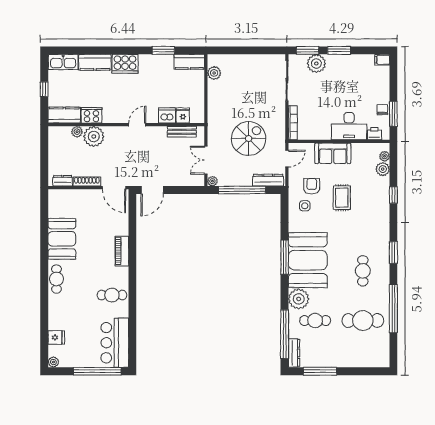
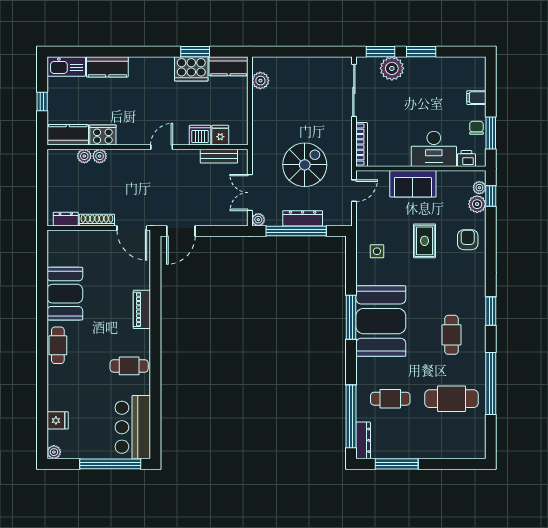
filing cabinet: (382, 60) -> (476, 98), moved
cooker: (125, 64) -> (191, 69), moved
plant: (94, 136) -> (100, 156), width x0.53, depth x0.53
dresser: (268, 180) -> (303, 218), moved
armchair: (312, 186) -> (468, 240), moved
window: (393, 195) -> (491, 196), moved
plant: (299, 299) -> (369, 371), removed

